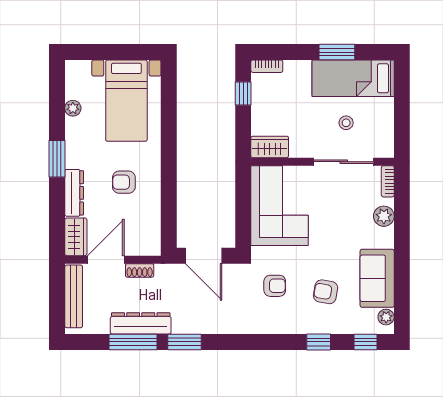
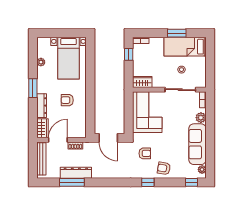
sofa: (377, 278) -> (197, 144), width x1.36
armchair: (326, 292) -> (164, 168), moved
window: (185, 342) -> (98, 182), removed
window: (319, 342) -> (148, 182), moved

